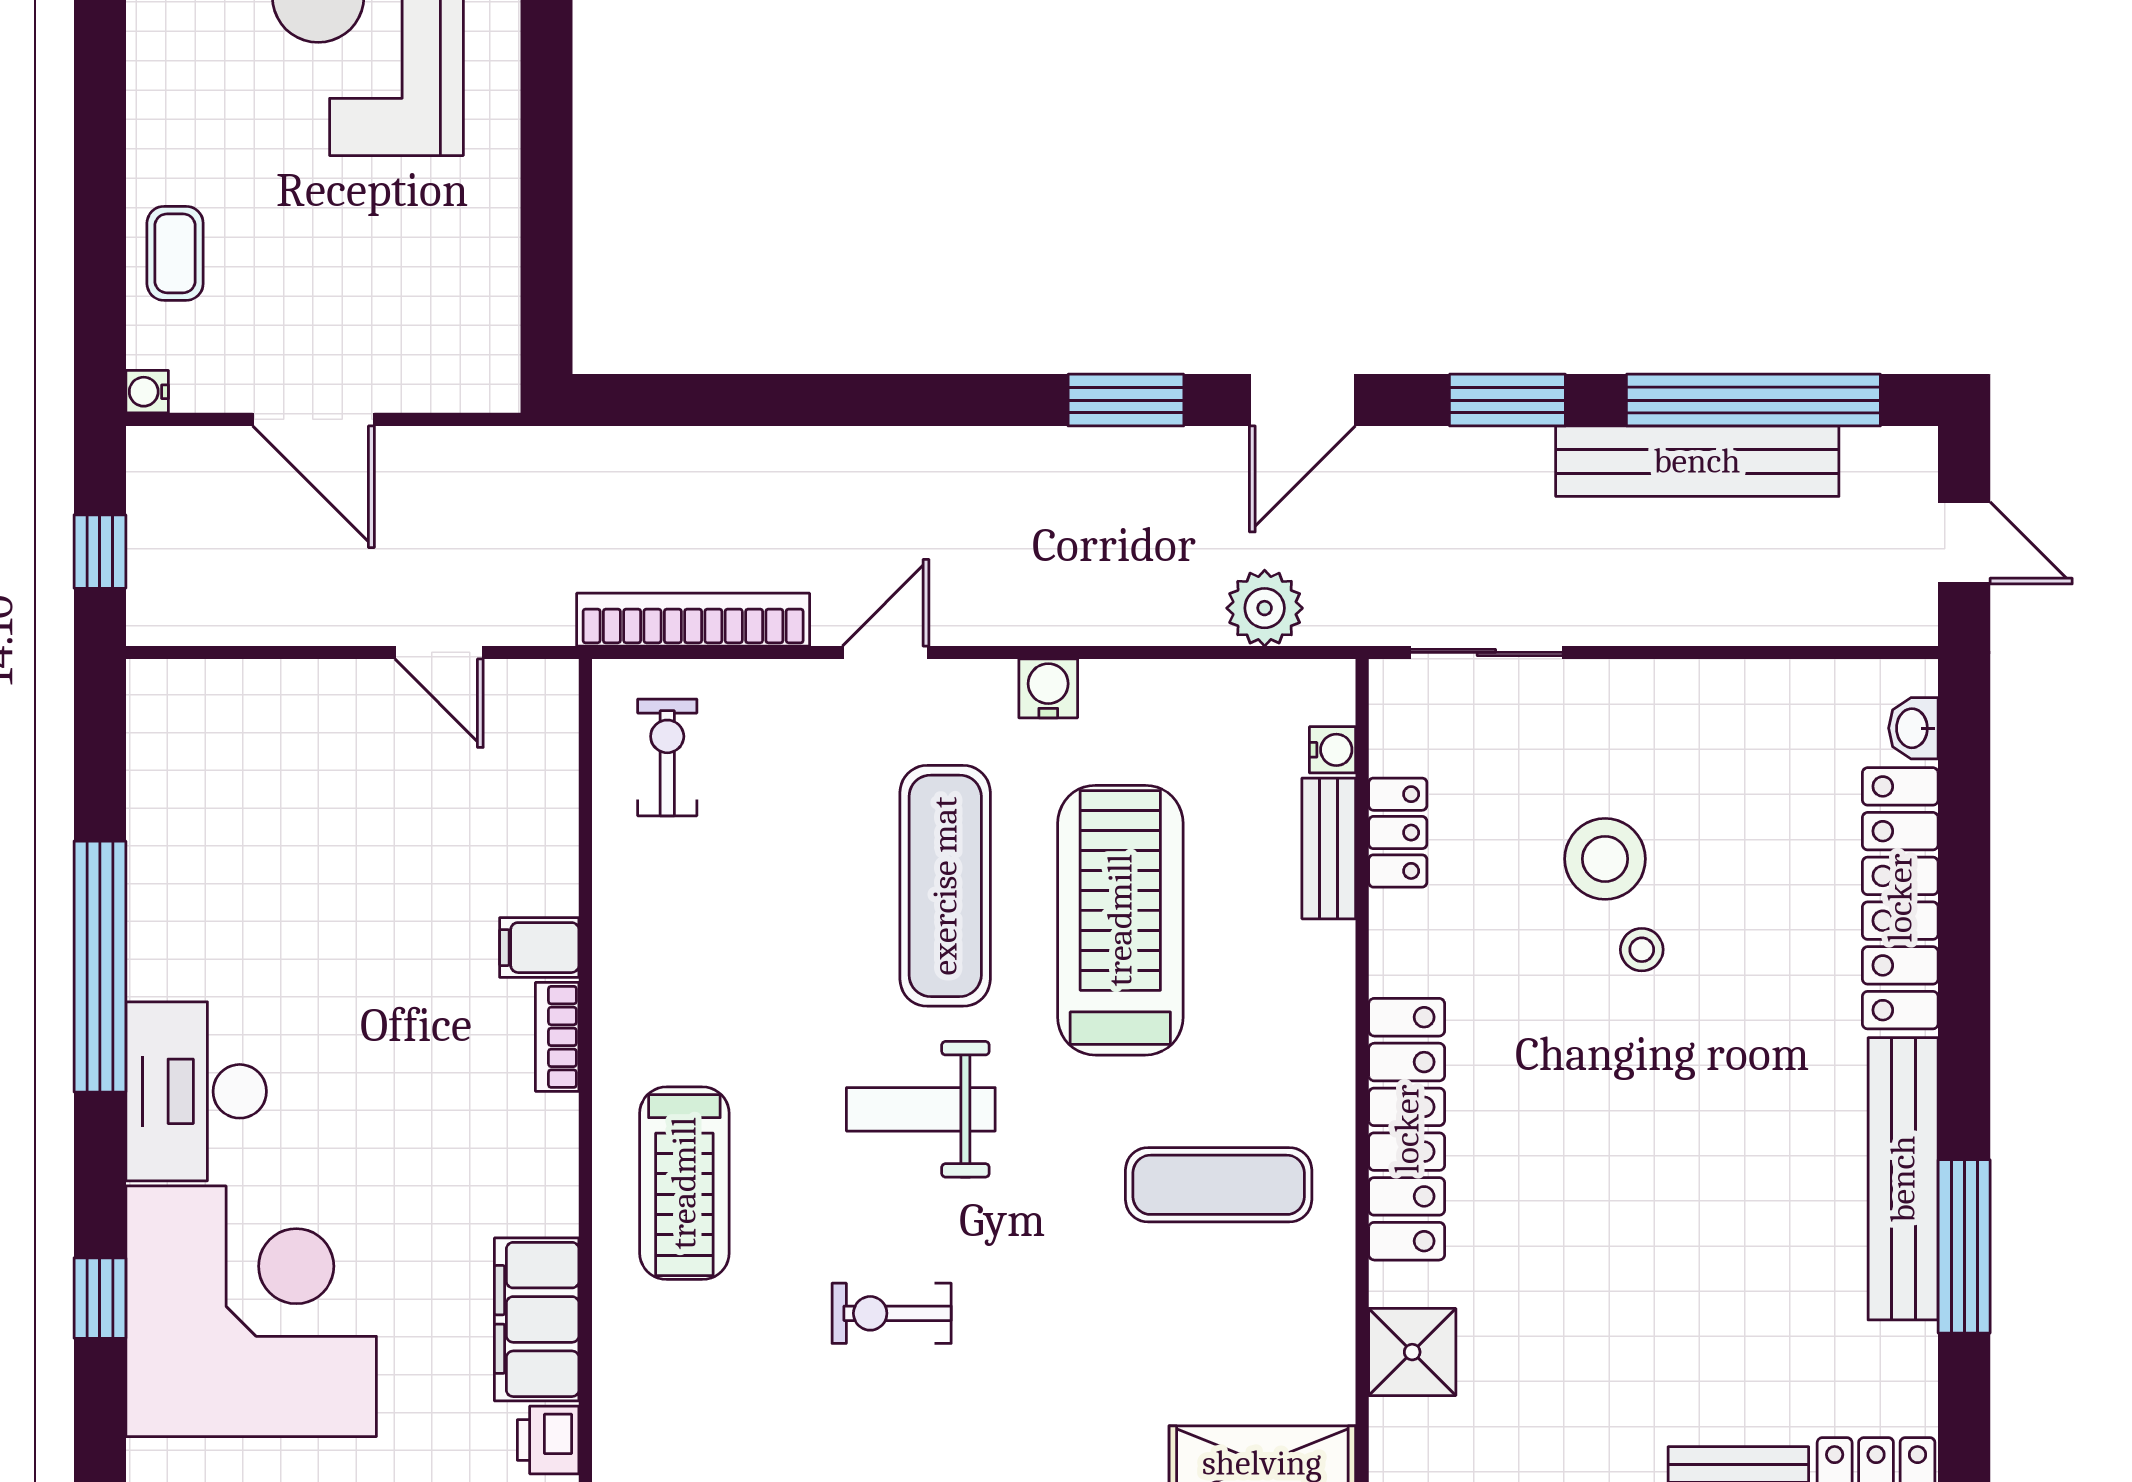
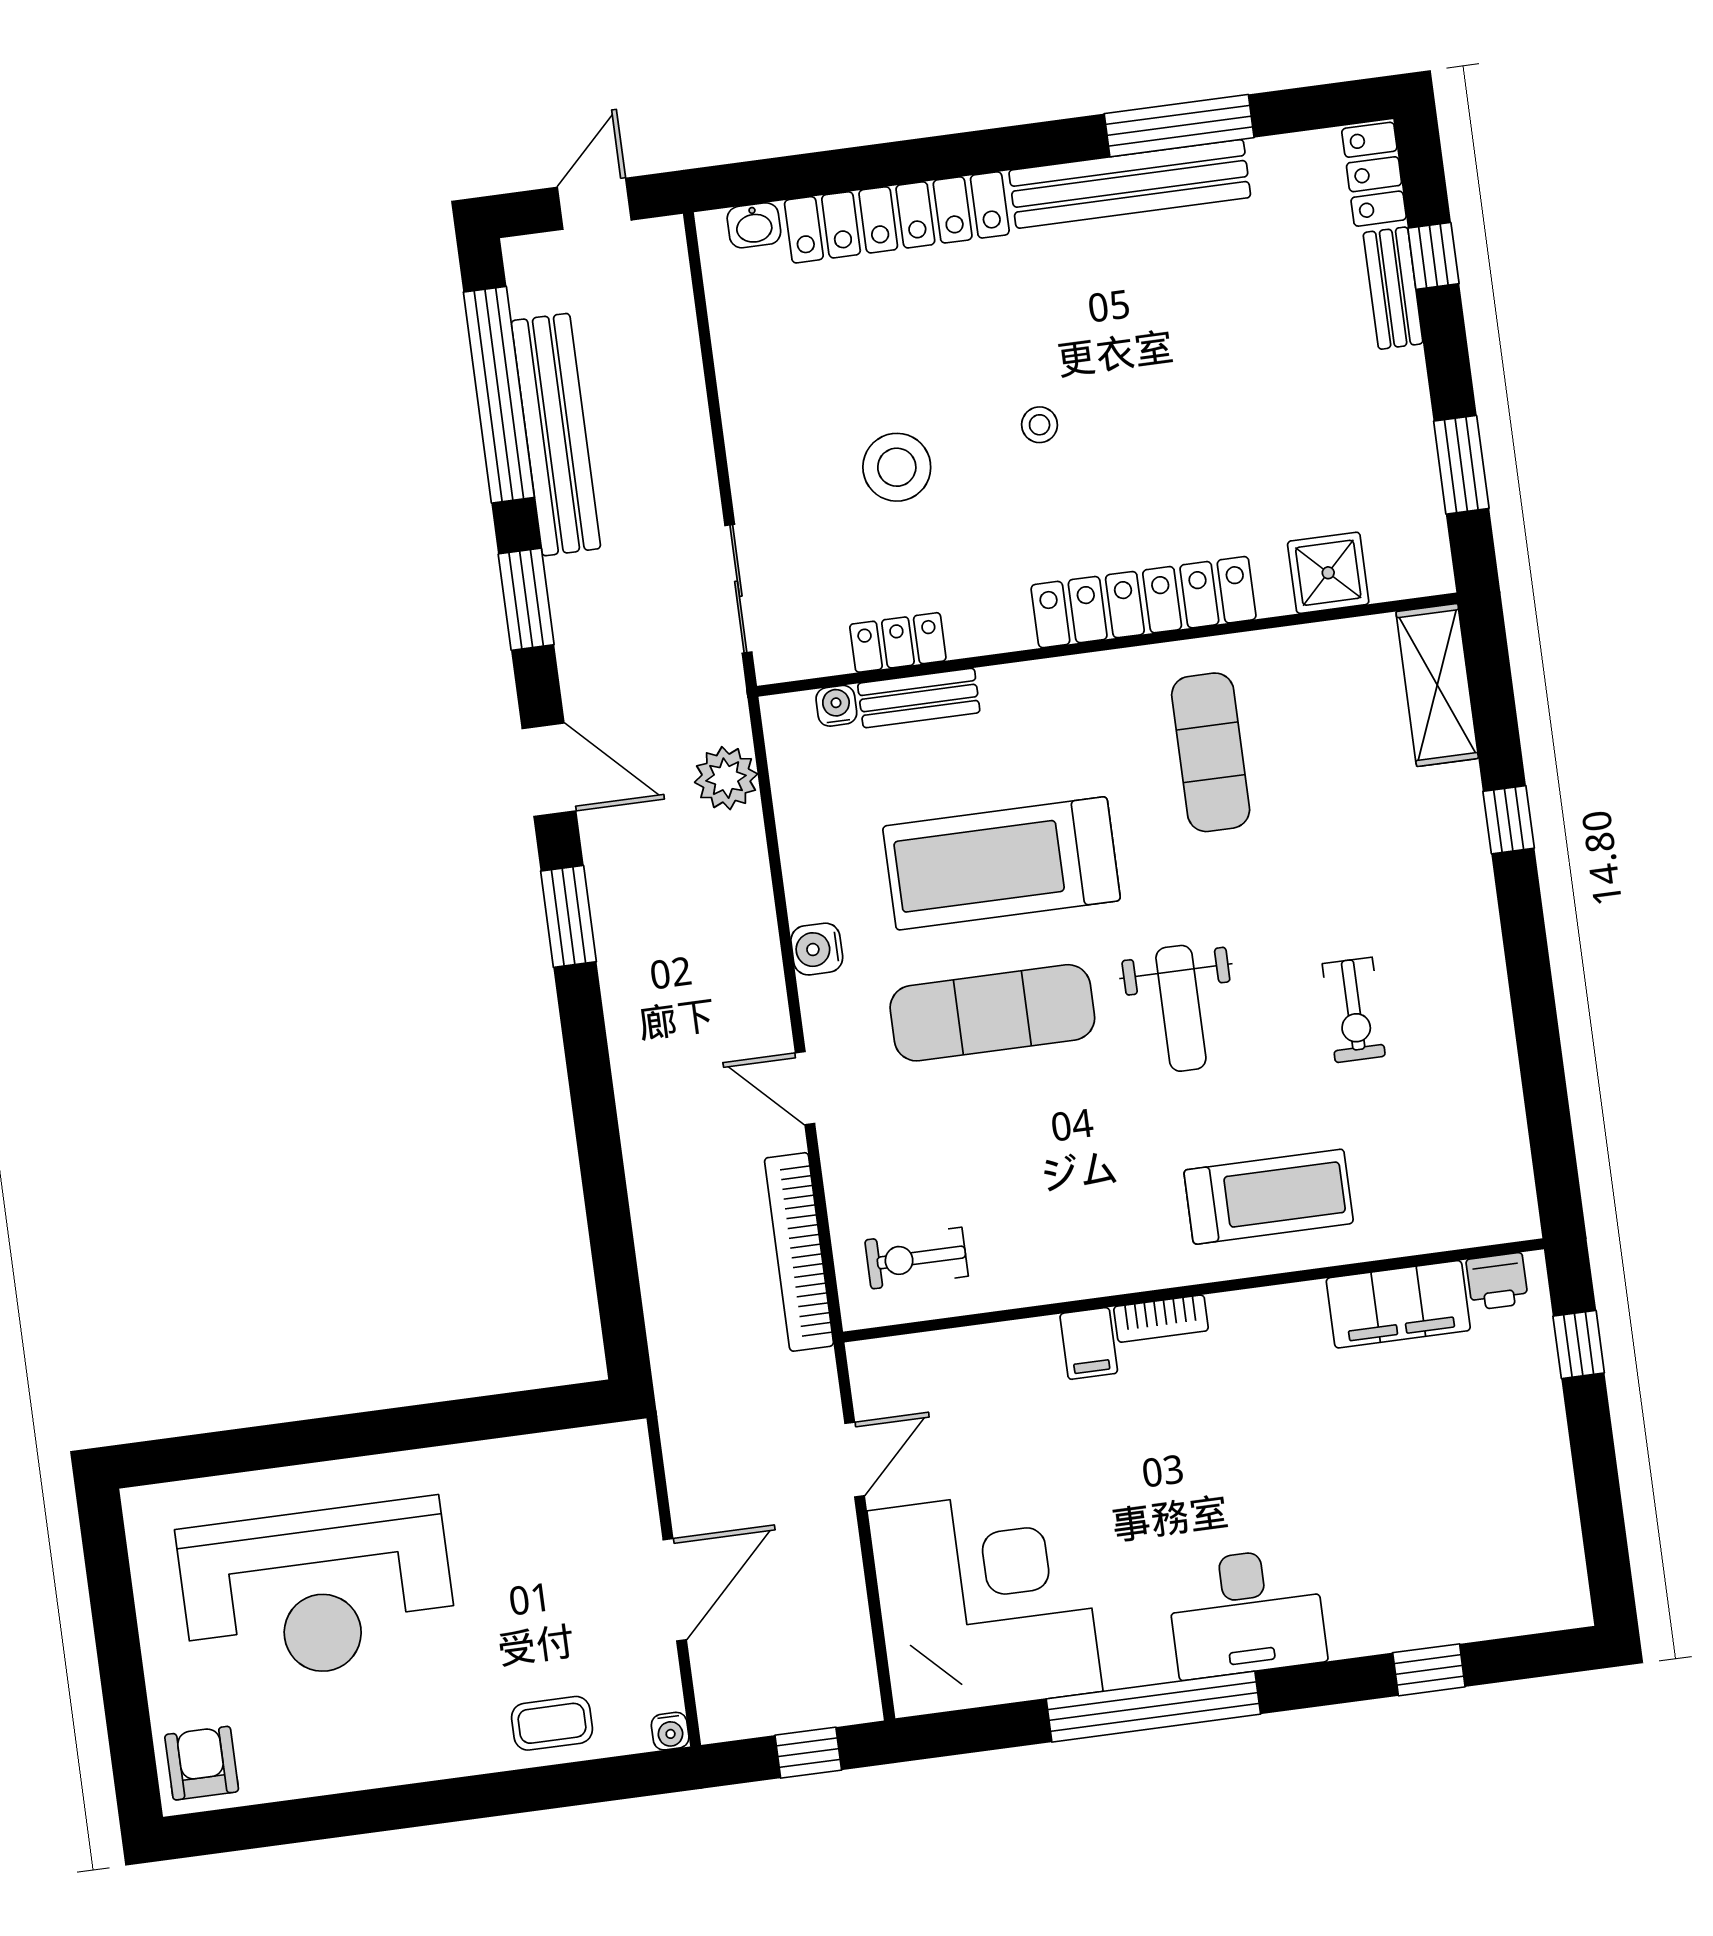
stool: (1642, 950) -> (1040, 425), moved
corner desk: (251, 1311) -> (985, 1601), moved, turned 90

